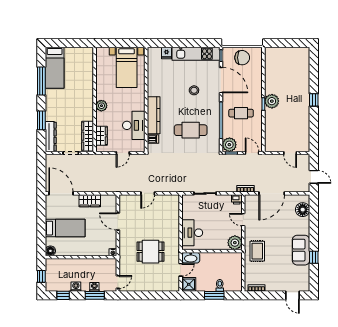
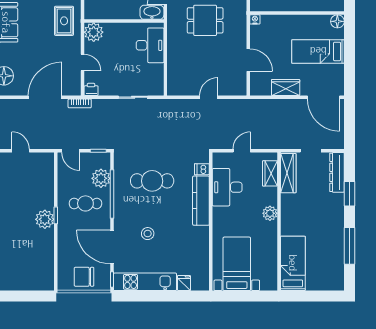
bed: (55, 68) -> (293, 263), moved
plant: (229, 145) -> (101, 178), moved

